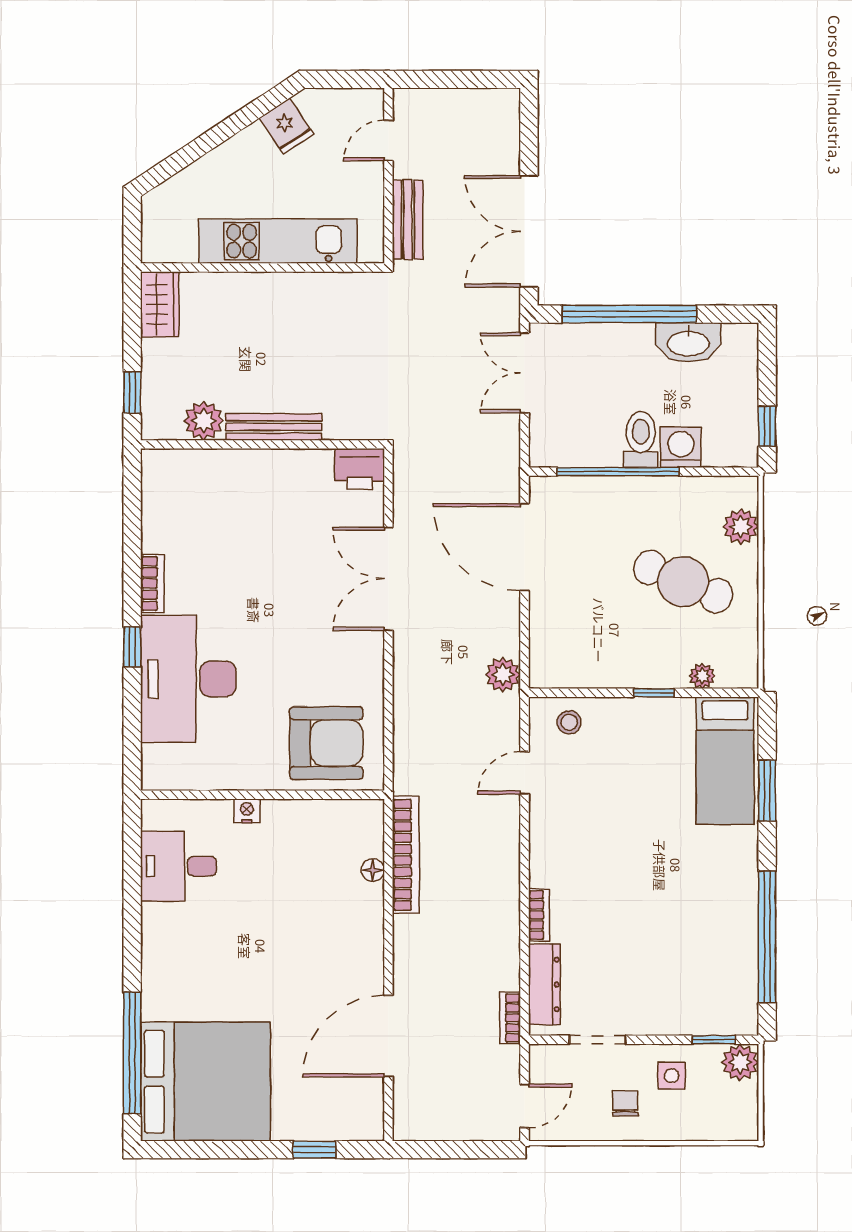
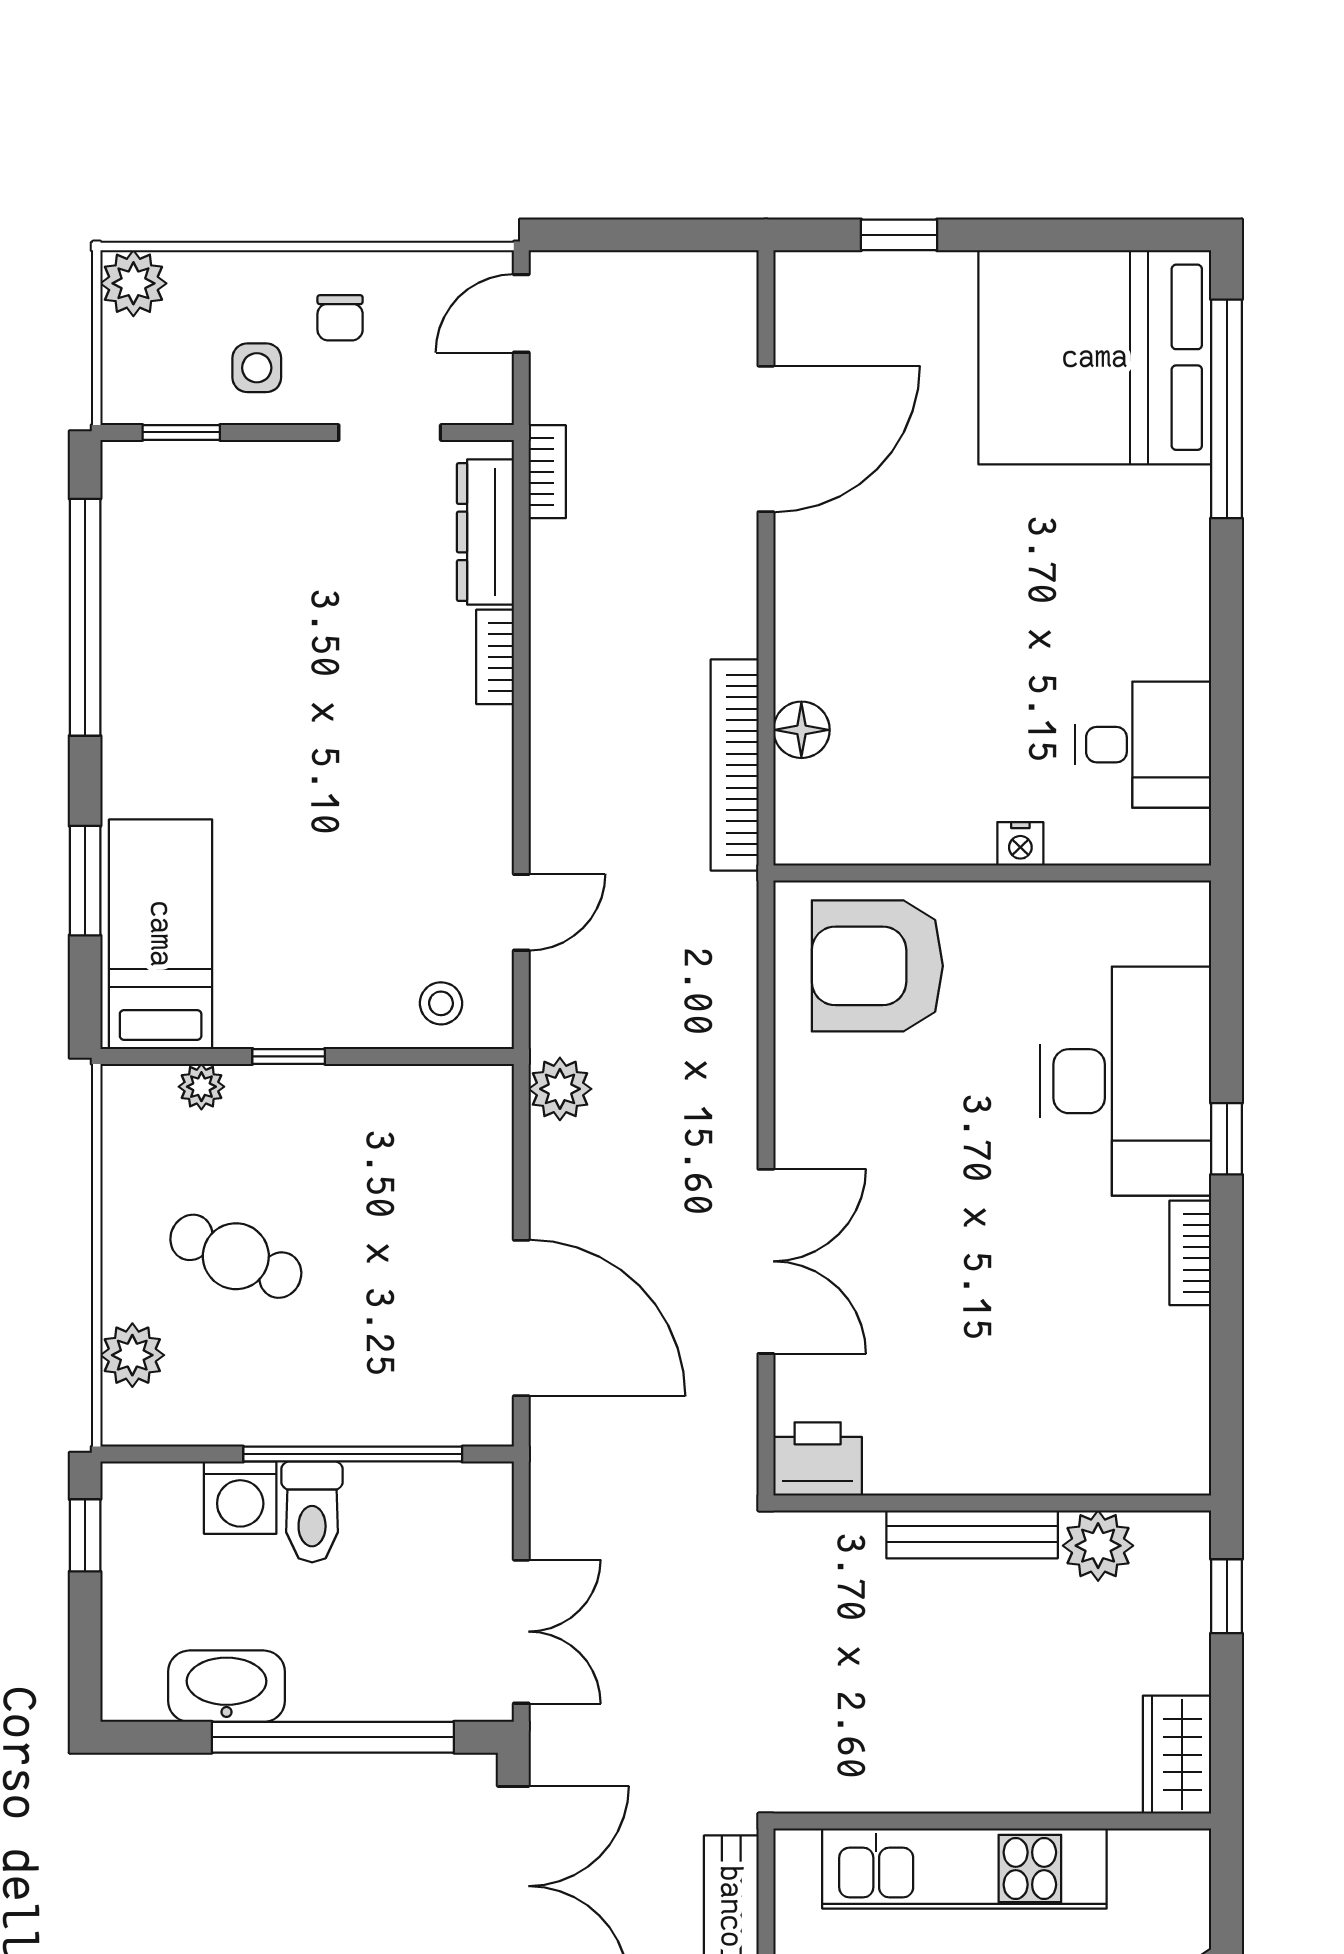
cafe table: (683, 582) -> (236, 1256), width x0.73, depth x0.74
floor lamp: (373, 870) -> (801, 730), width x1.37, depth x1.37
plant: (740, 1062) -> (133, 283), moved

